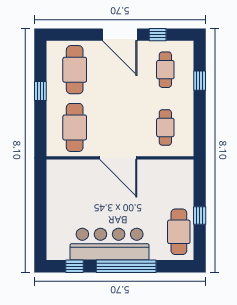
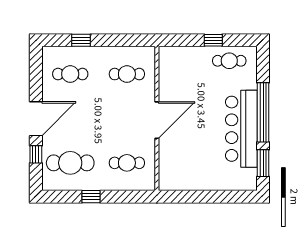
window: (158, 35) -> (36, 154), moved
cafe table: (75, 127) -> (127, 163), width x0.73, depth x0.74
cafe table: (179, 232) -> (229, 61), width x0.73, depth x0.74
window: (74, 266) -> (263, 163), width x1.50

